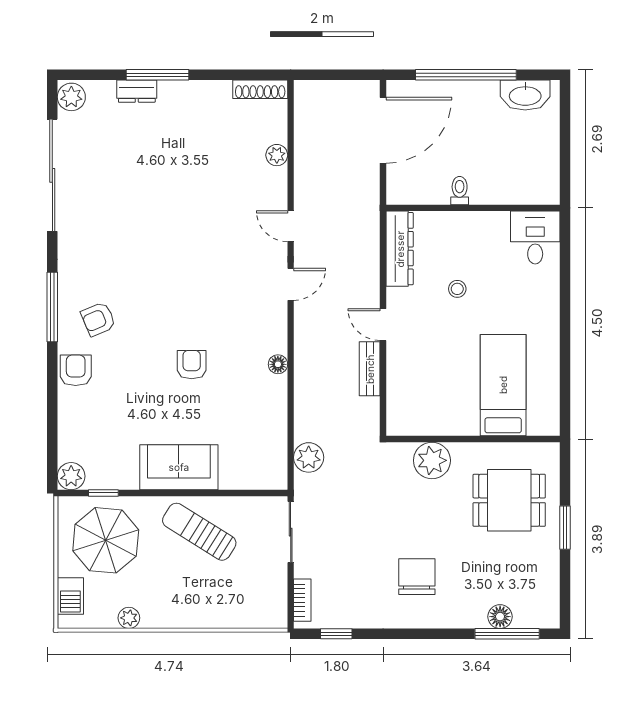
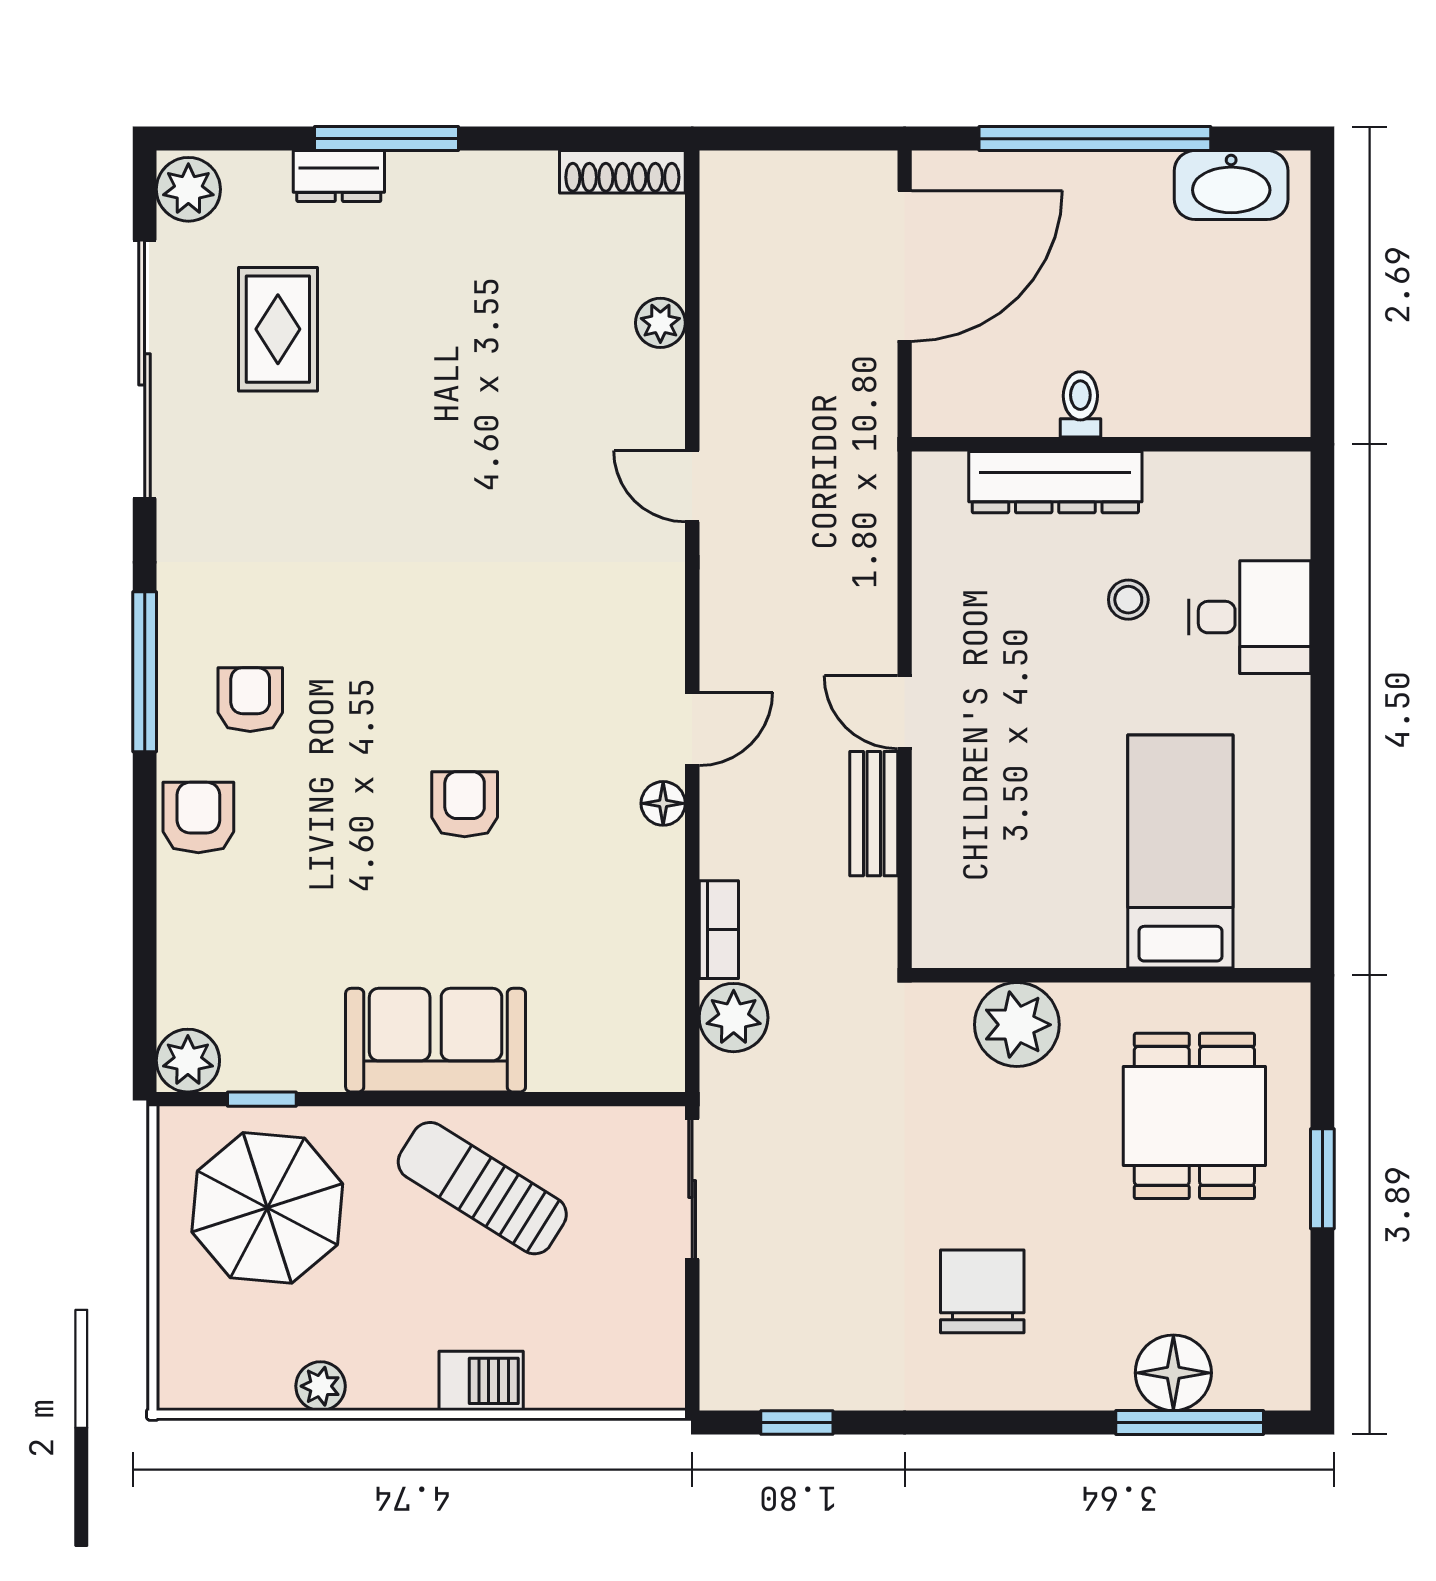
rug: (110, 158) -> (278, 329), added
desk: (535, 238) -> (1250, 617), moved, turned 90
dresser: (400, 249) -> (1055, 482), moved, turned 90
door: (291, 284) -> (692, 729), moved
stool: (457, 289) -> (1128, 600), moved
armchair: (98, 319) -> (250, 700), turned 113
dining table: (509, 500) -> (1194, 1116), turned 90
barbecue: (70, 596) -> (481, 1381), moved, turned -90
bookcase: (302, 600) -> (719, 930), moved
floor lamp: (500, 617) -> (1173, 1373), width x1.38, depth x1.38

